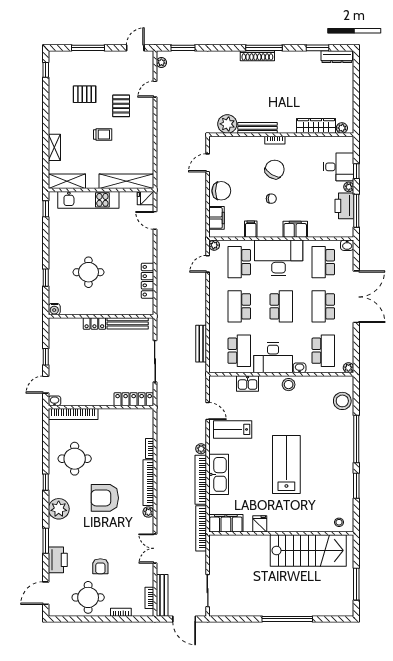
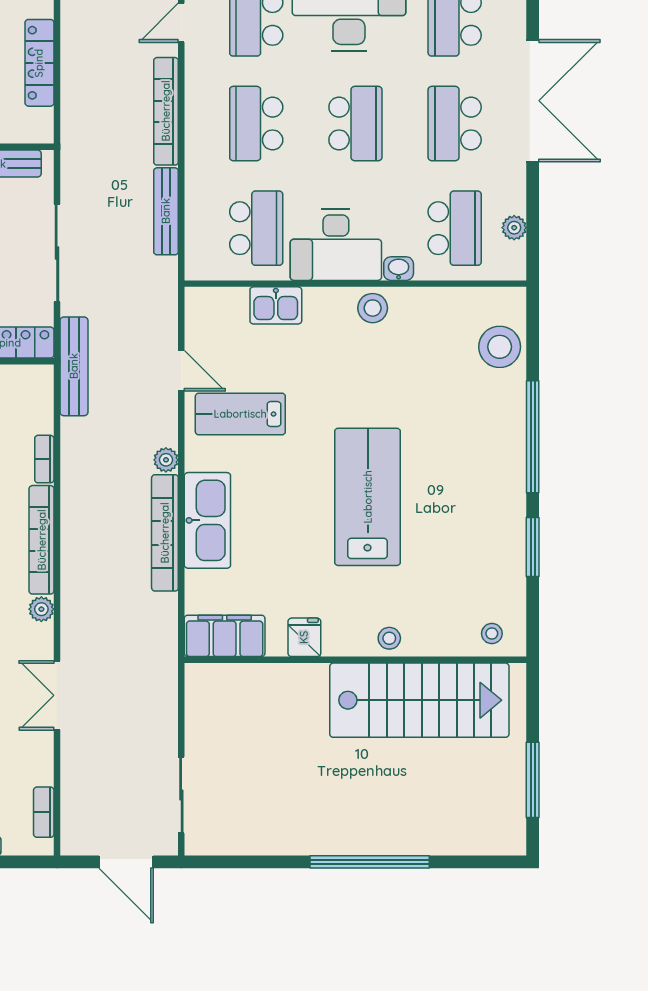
plant: (348, 368) -> (514, 228), moved
stool: (296, 524) -> (389, 638), added
bookcase: (201, 528) -> (166, 111), moved
bench: (162, 595) -> (74, 366), moved

